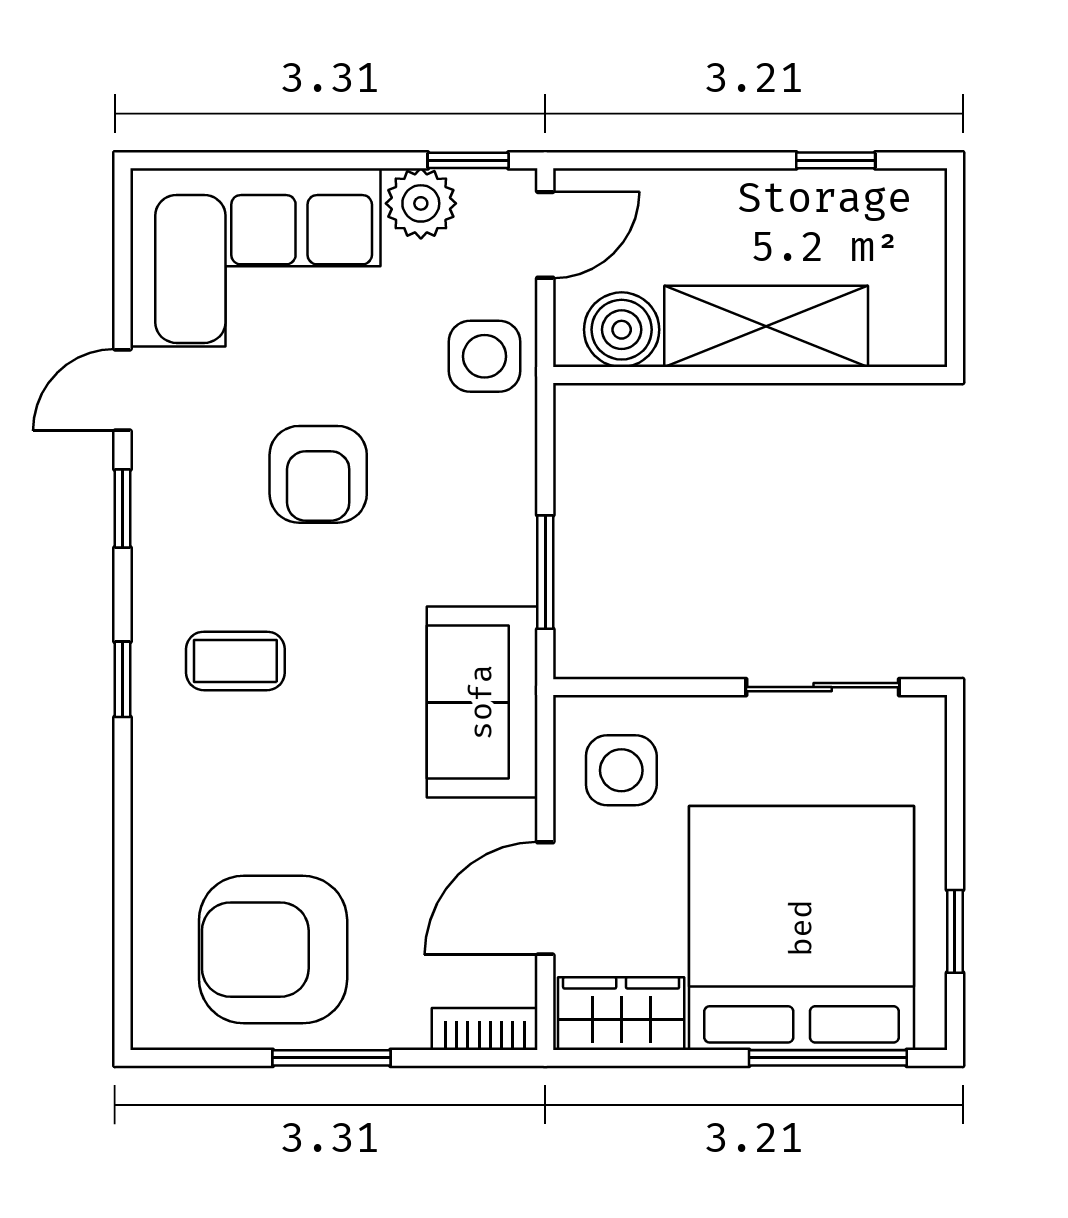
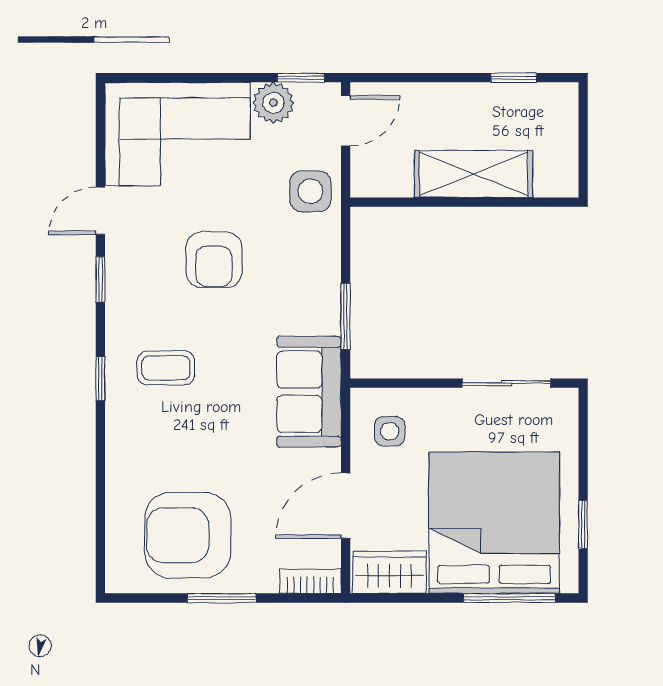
boiler: (622, 330) -> (390, 176), removed
side table: (621, 770) -> (390, 431), width x0.73, depth x0.73

